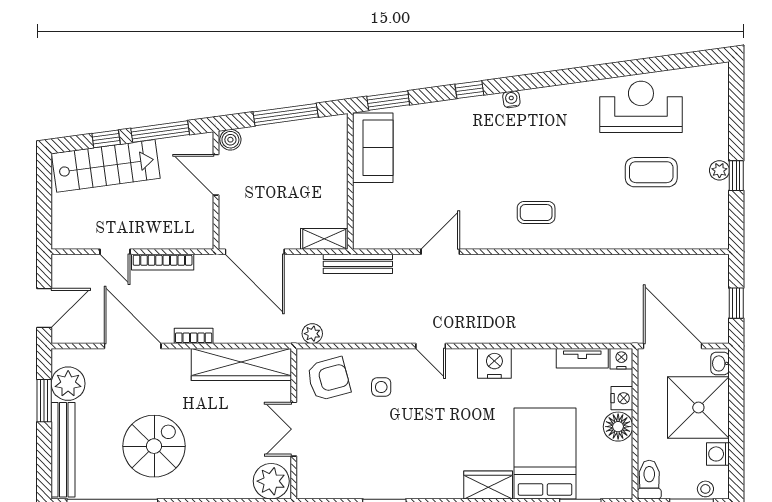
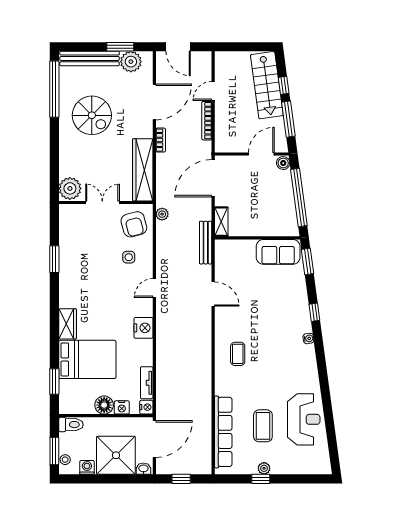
window: (286, 115) -> (299, 197), width x1.46
row of seats: (661, 236) -> (223, 432), added

